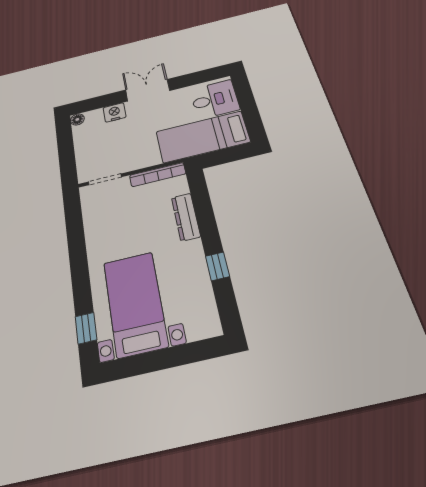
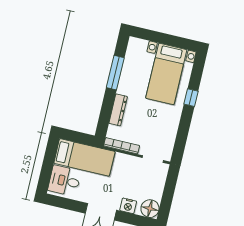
floor lamp: (77, 119) -> (150, 209), width x1.89, depth x1.89
window: (217, 266) -> (115, 73), width x2.17
window: (86, 328) -> (191, 98), moved

